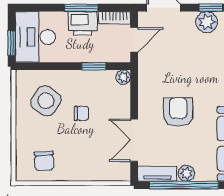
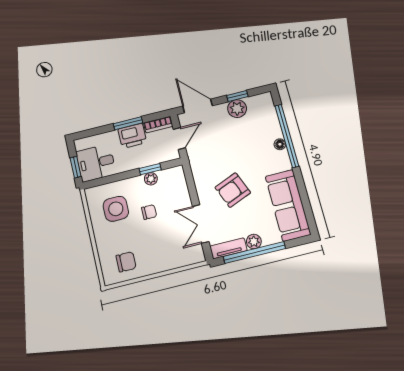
desk: (35, 37) -> (96, 163), width x0.73
plant: (123, 77) -> (151, 179), moved
side table: (46, 101) -> (116, 209), turned -33
armchair: (178, 112) -> (233, 190), turned -112
chair: (44, 161) -> (126, 262), turned -87

